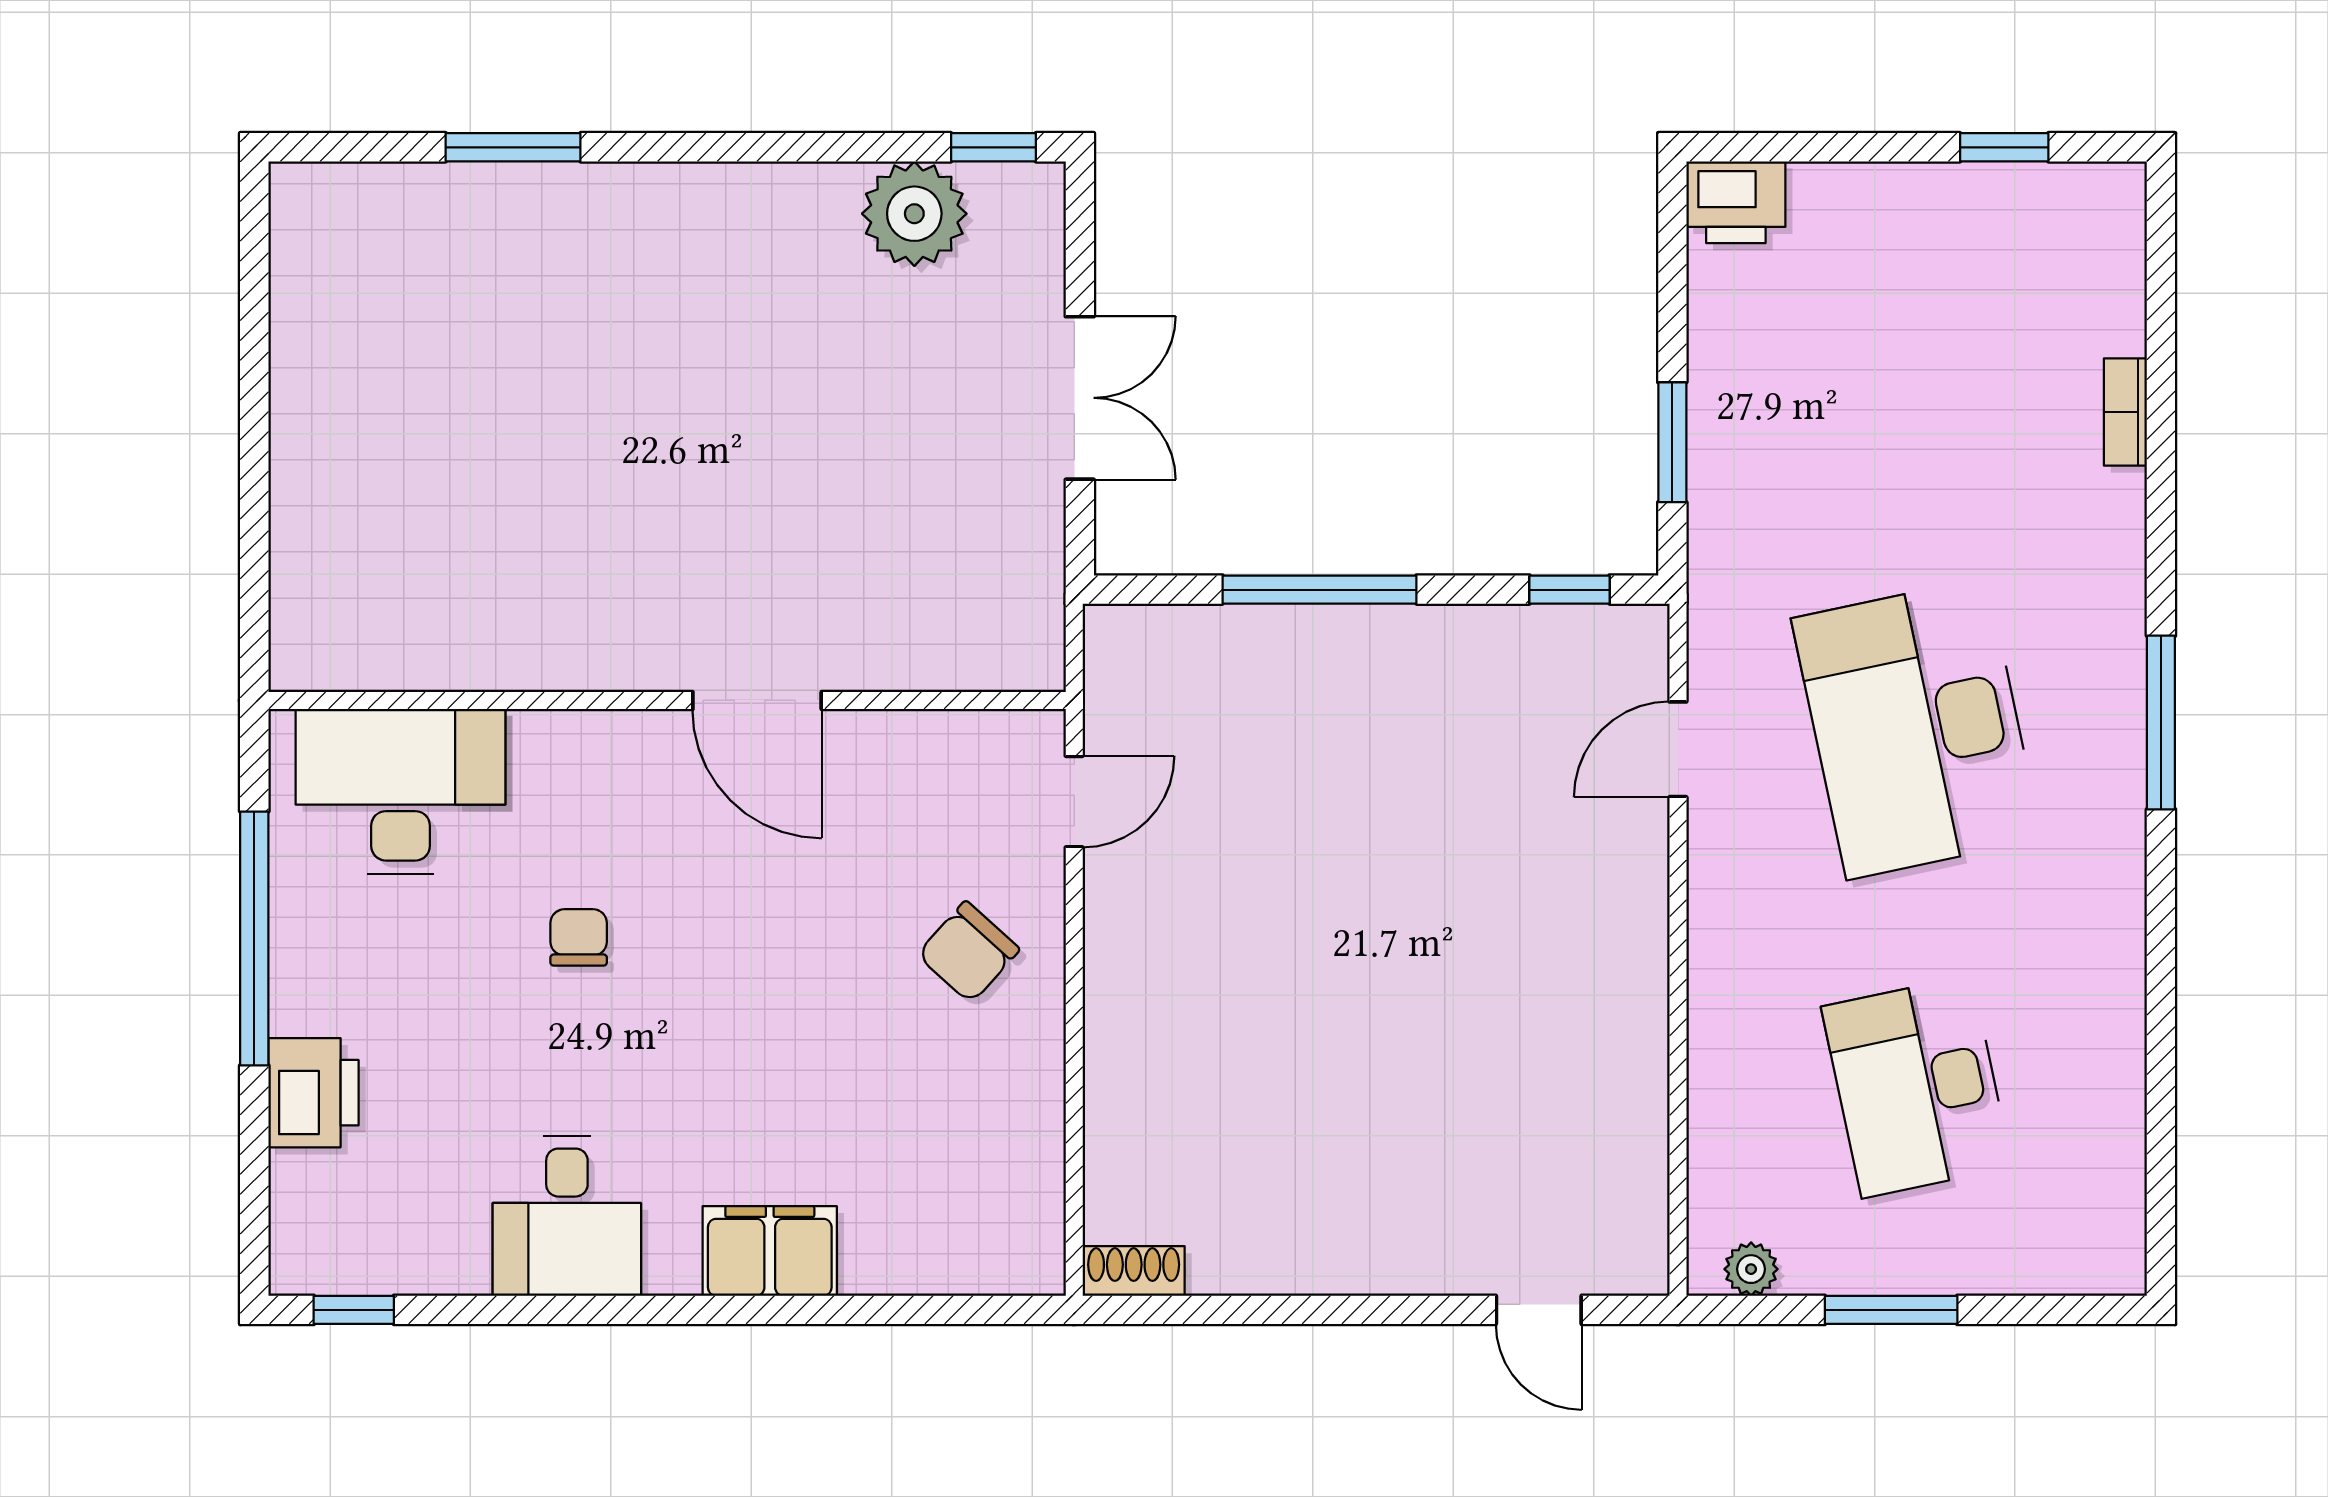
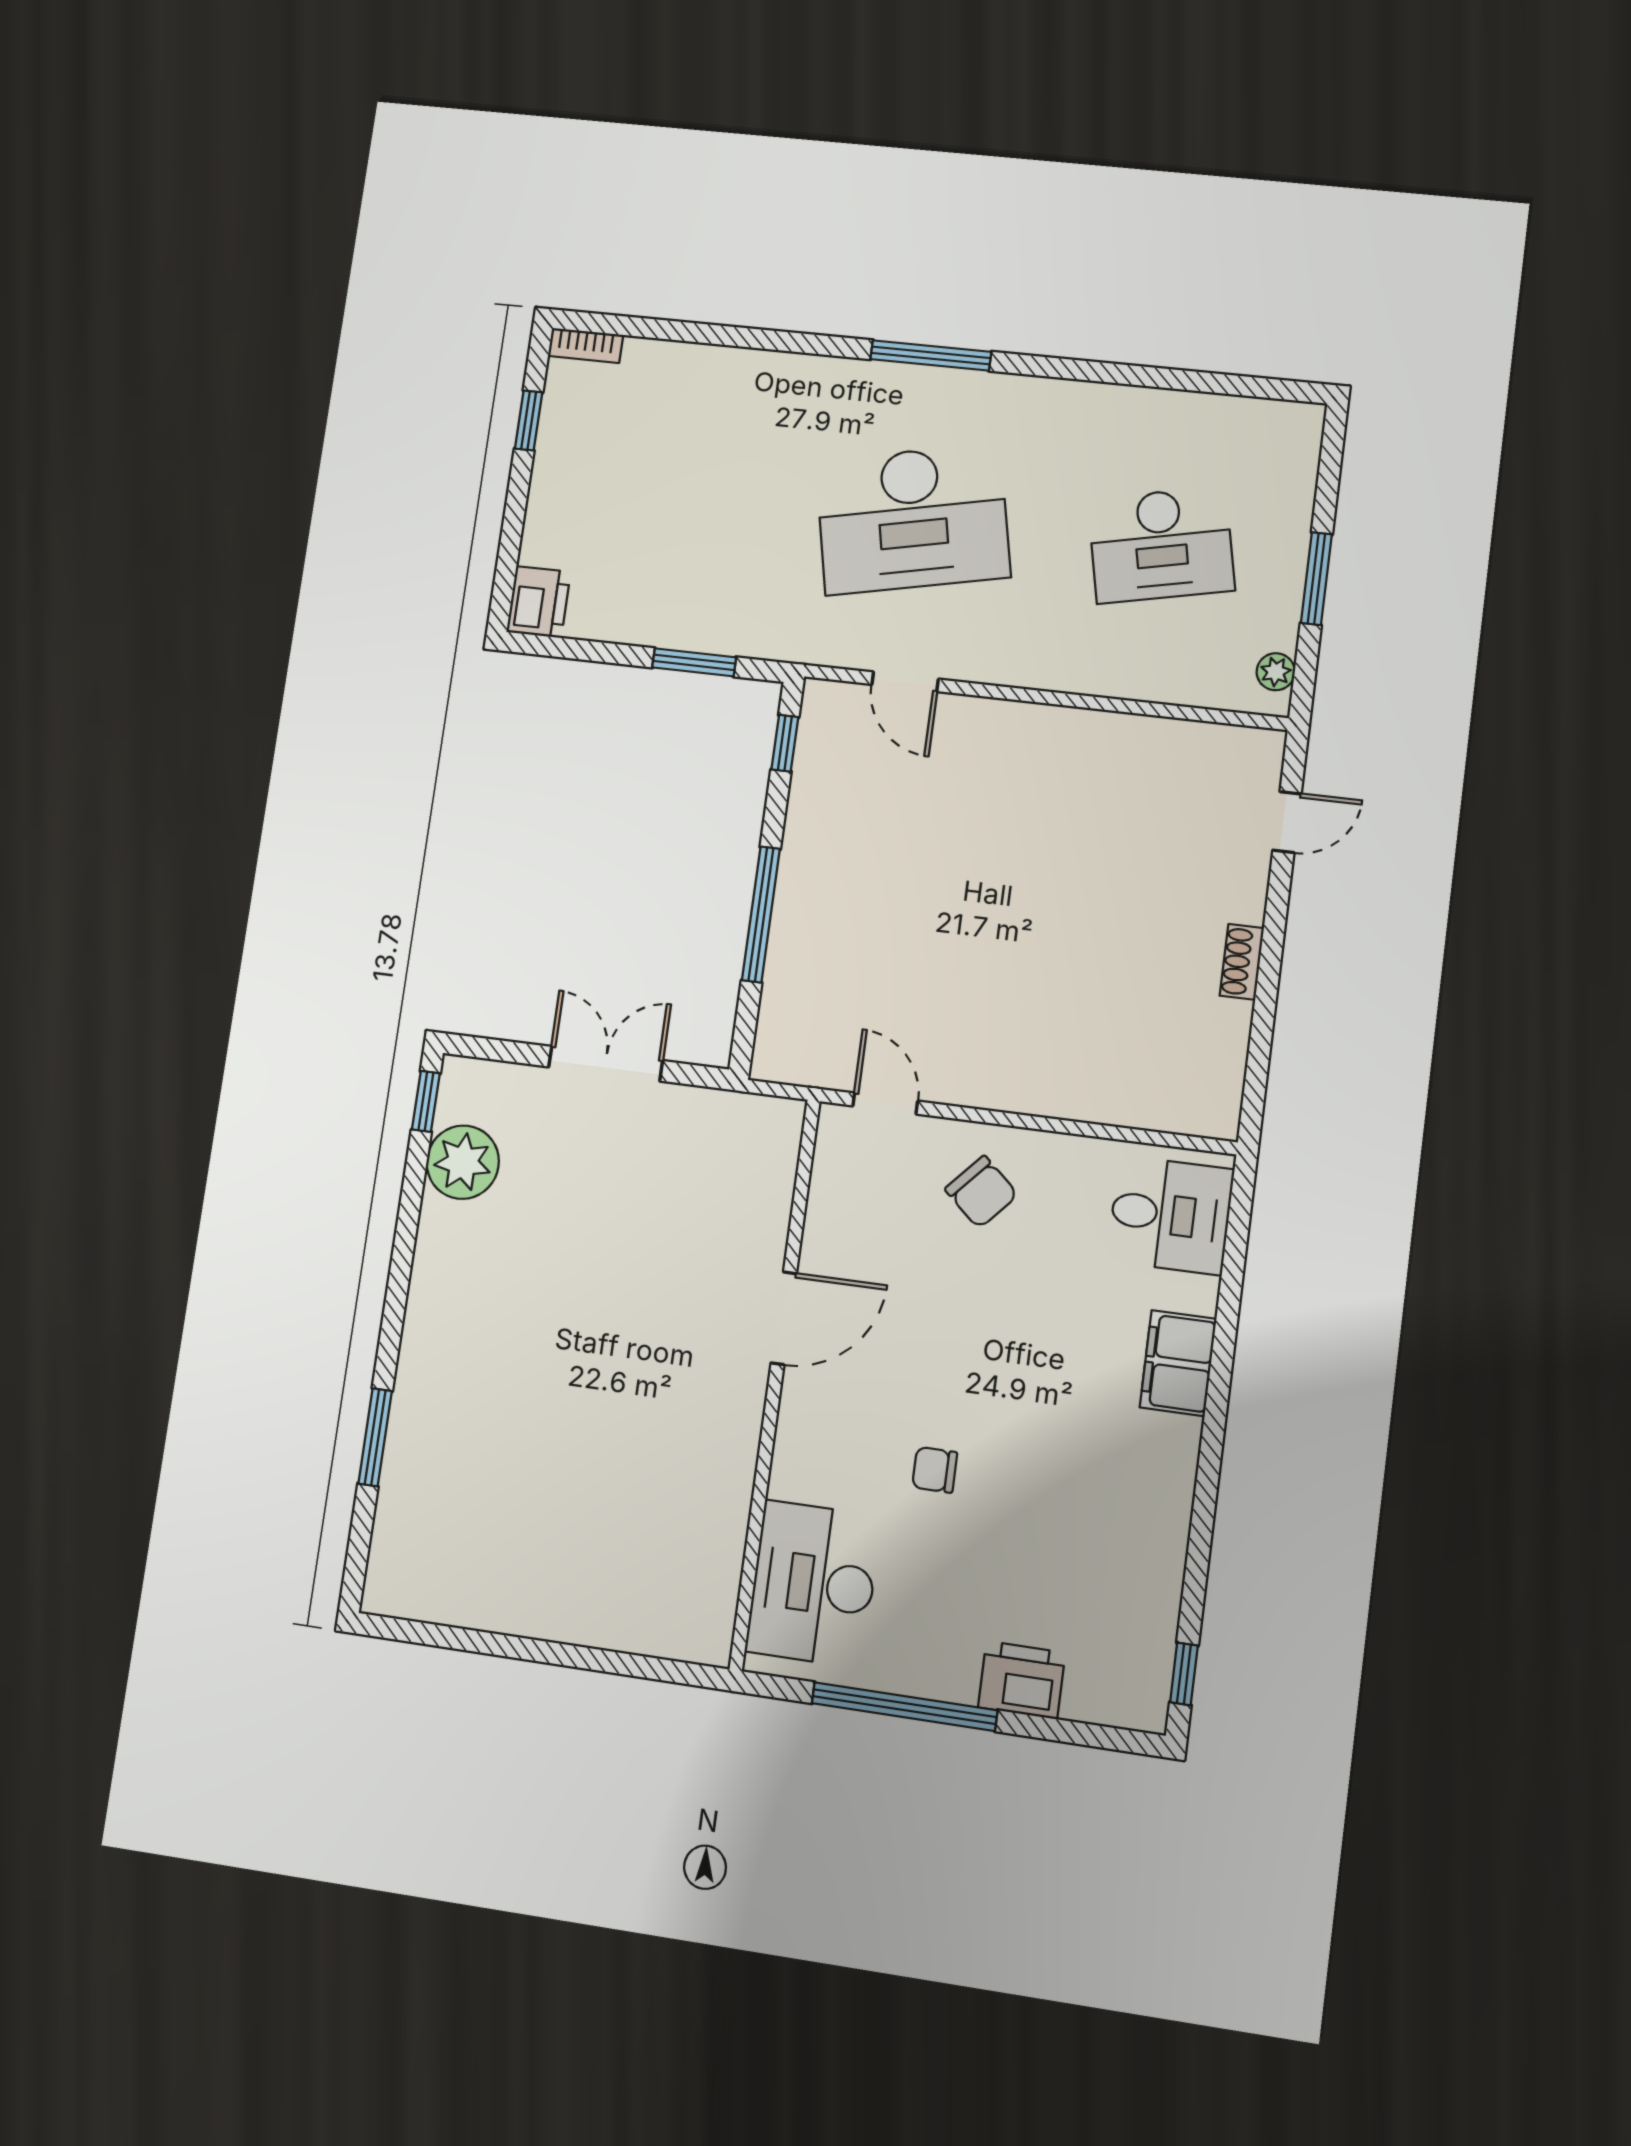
bookcase: (2125, 412) -> (585, 345), moved
desk: (567, 1216) -> (1170, 1215), moved
shoe rack: (1134, 1271) -> (1242, 962), moved

